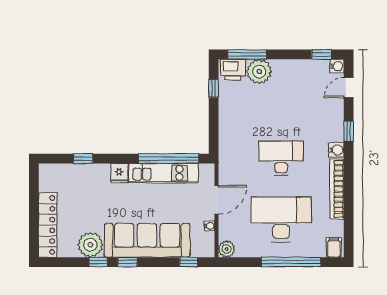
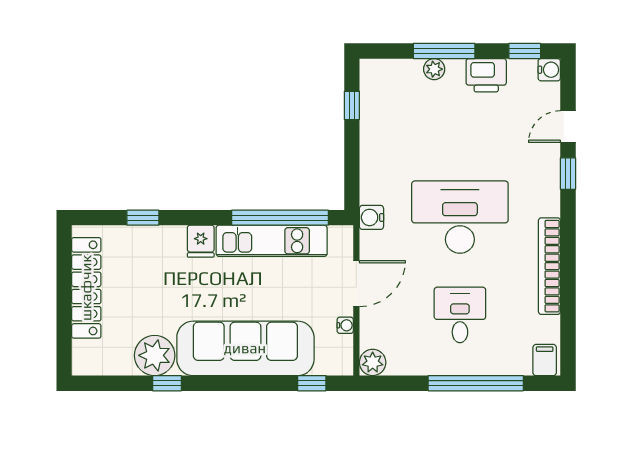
window: (247, 54) -> (444, 51), moved
printer: (233, 70) -> (486, 75), moved
plant: (259, 72) -> (434, 69), width x0.53, depth x0.53
door: (349, 88) -> (568, 127), moved
water cooler: (336, 150) -> (371, 217), moved, turned 180
desk: (281, 158) -> (460, 217), width x1.36, depth x1.30
desk: (281, 219) -> (460, 315), width x0.53, depth x0.77
locker: (48, 225) -> (86, 288), moved
window: (127, 262) -> (214, 383), removed

